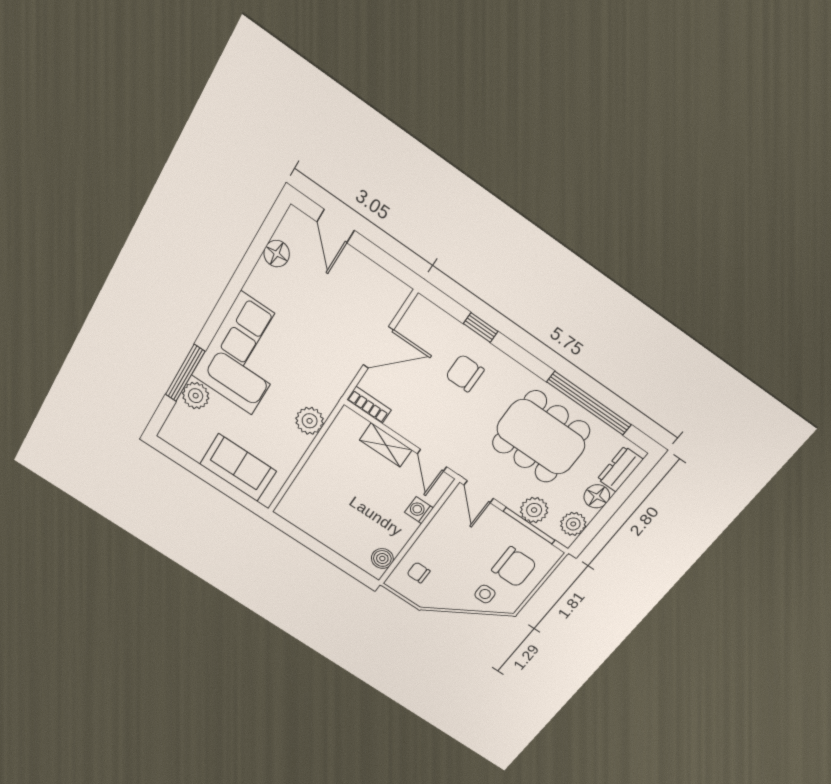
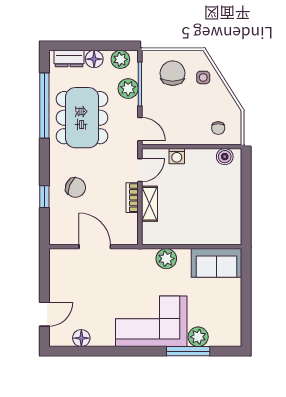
chair: (465, 373) -> (76, 187), turned -67
bookcase: (369, 405) -> (132, 198), moved
sofa: (238, 468) -> (217, 263), moved, turned -90
door: (479, 492) -> (140, 129), hinge flipped

